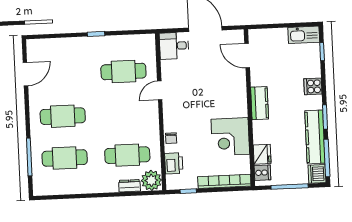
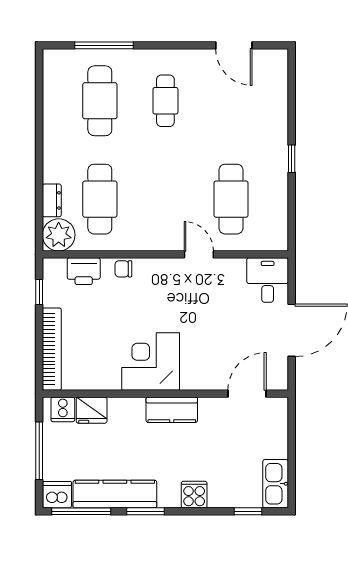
cafe table: (63, 116) -> (165, 101), width x0.73, depth x0.74
corner desk: (230, 137) -> (151, 362), moved

